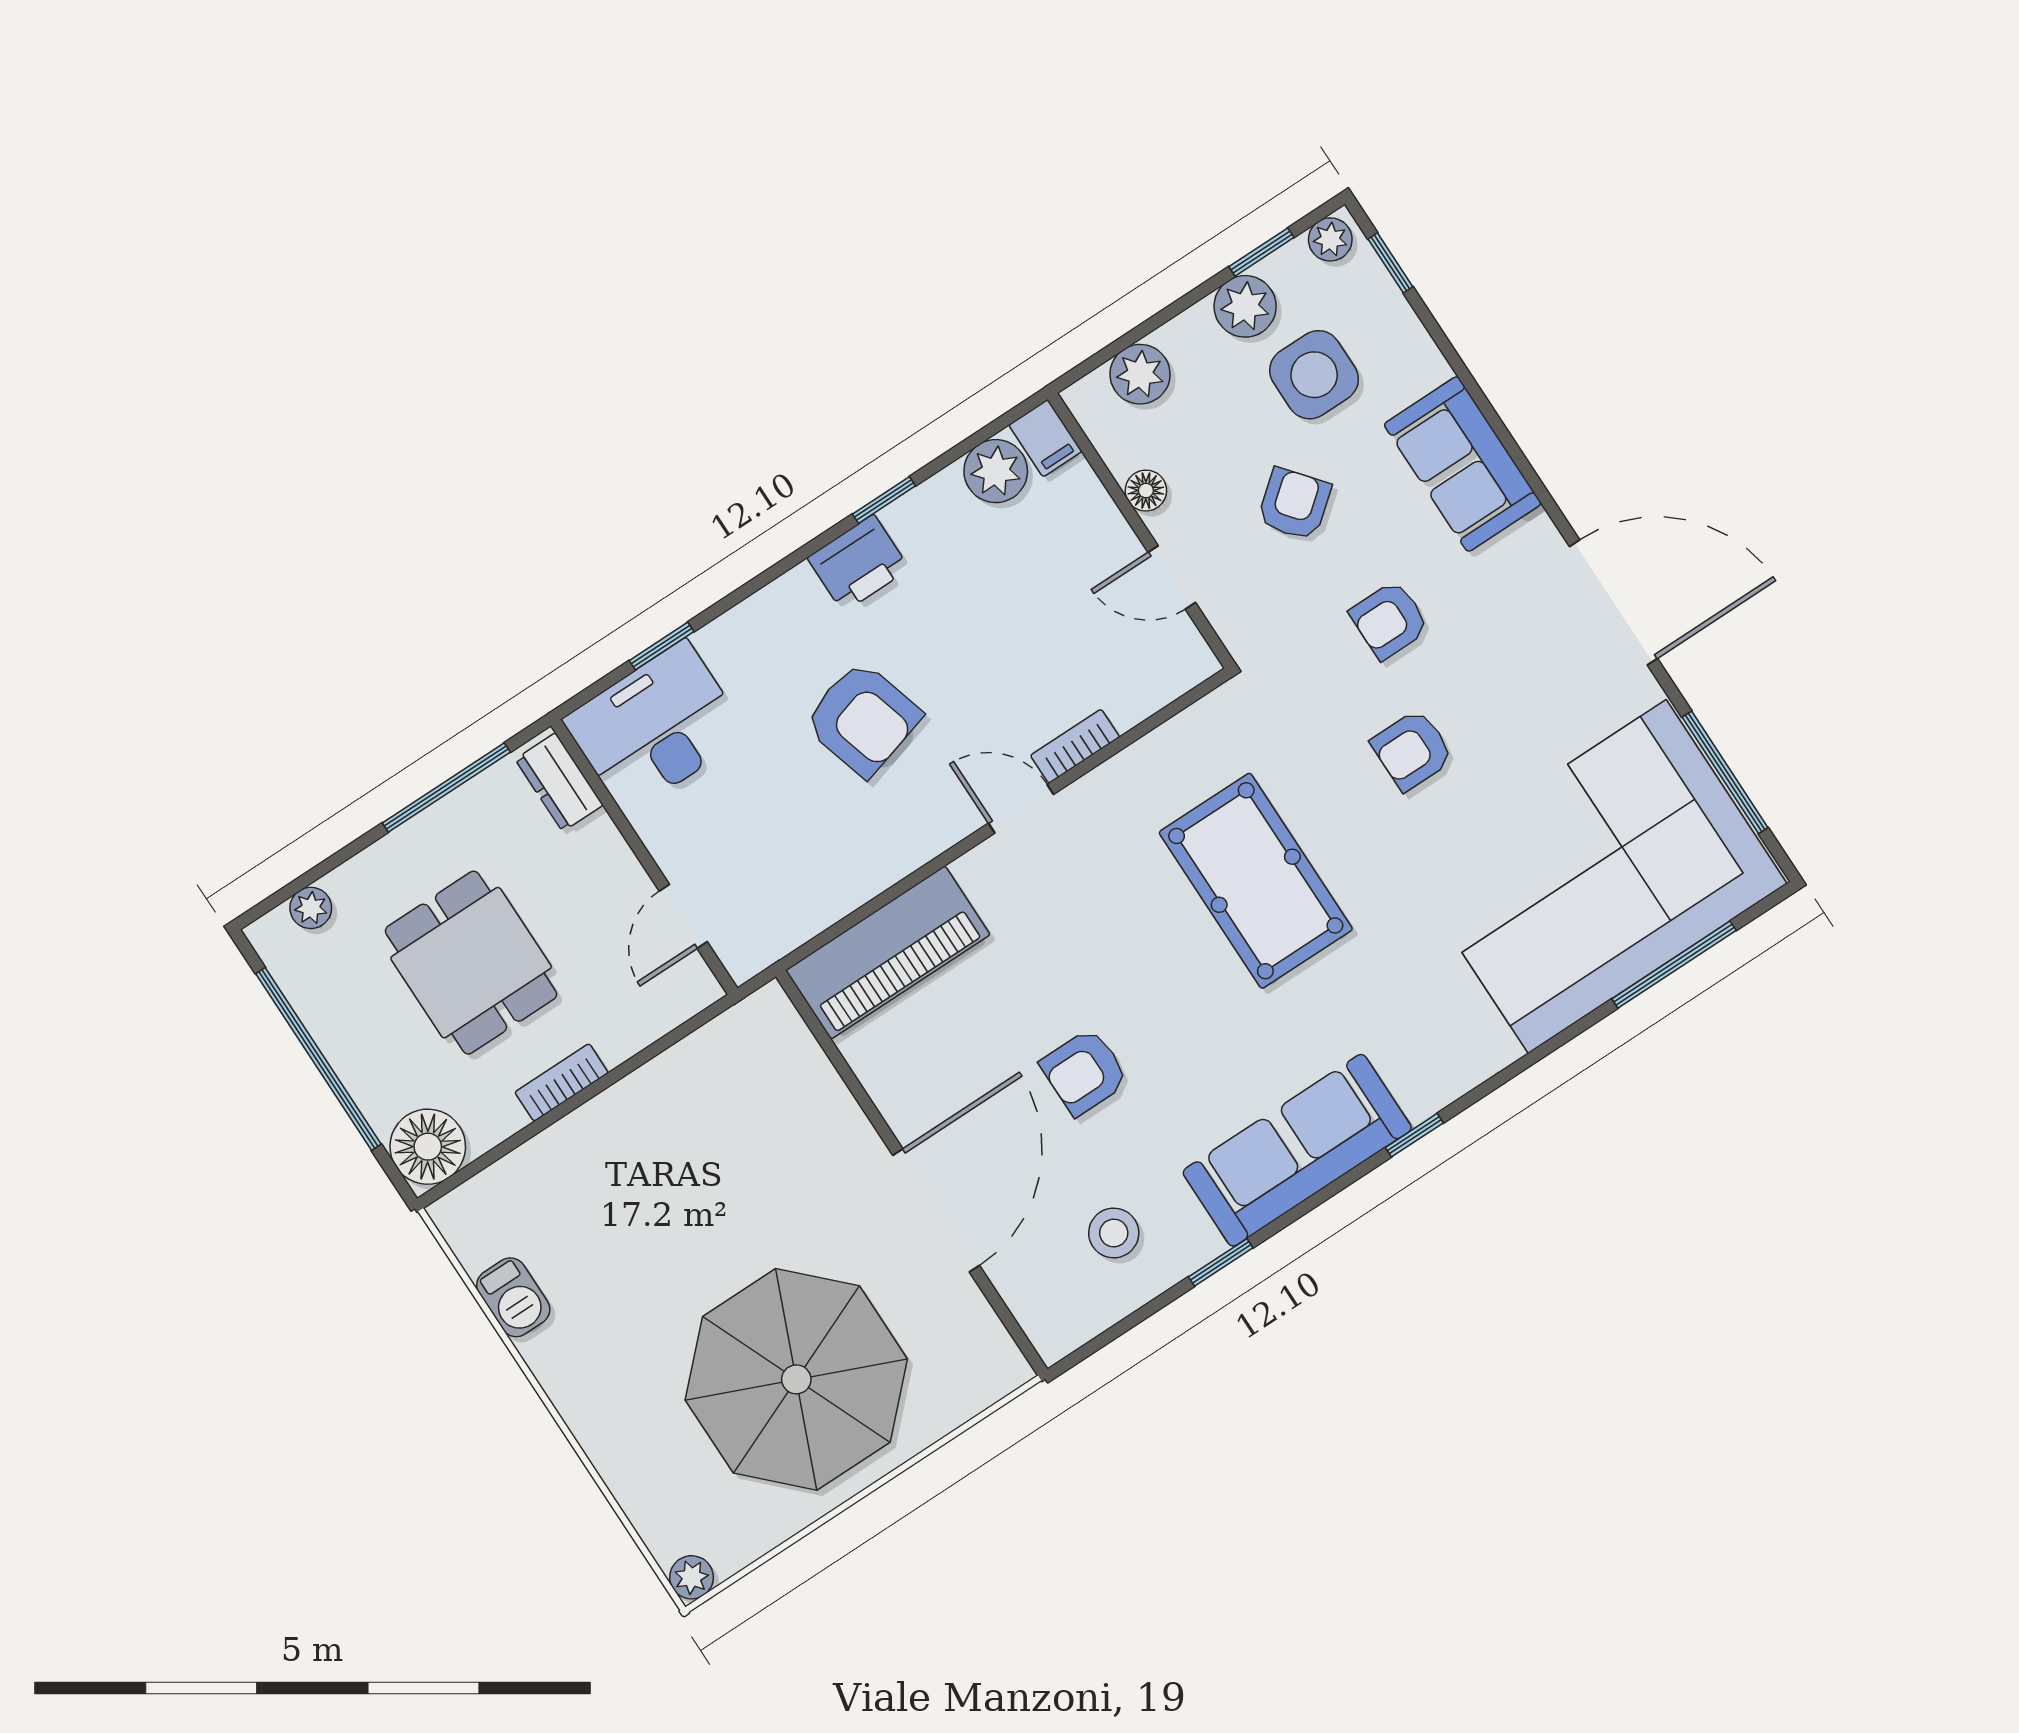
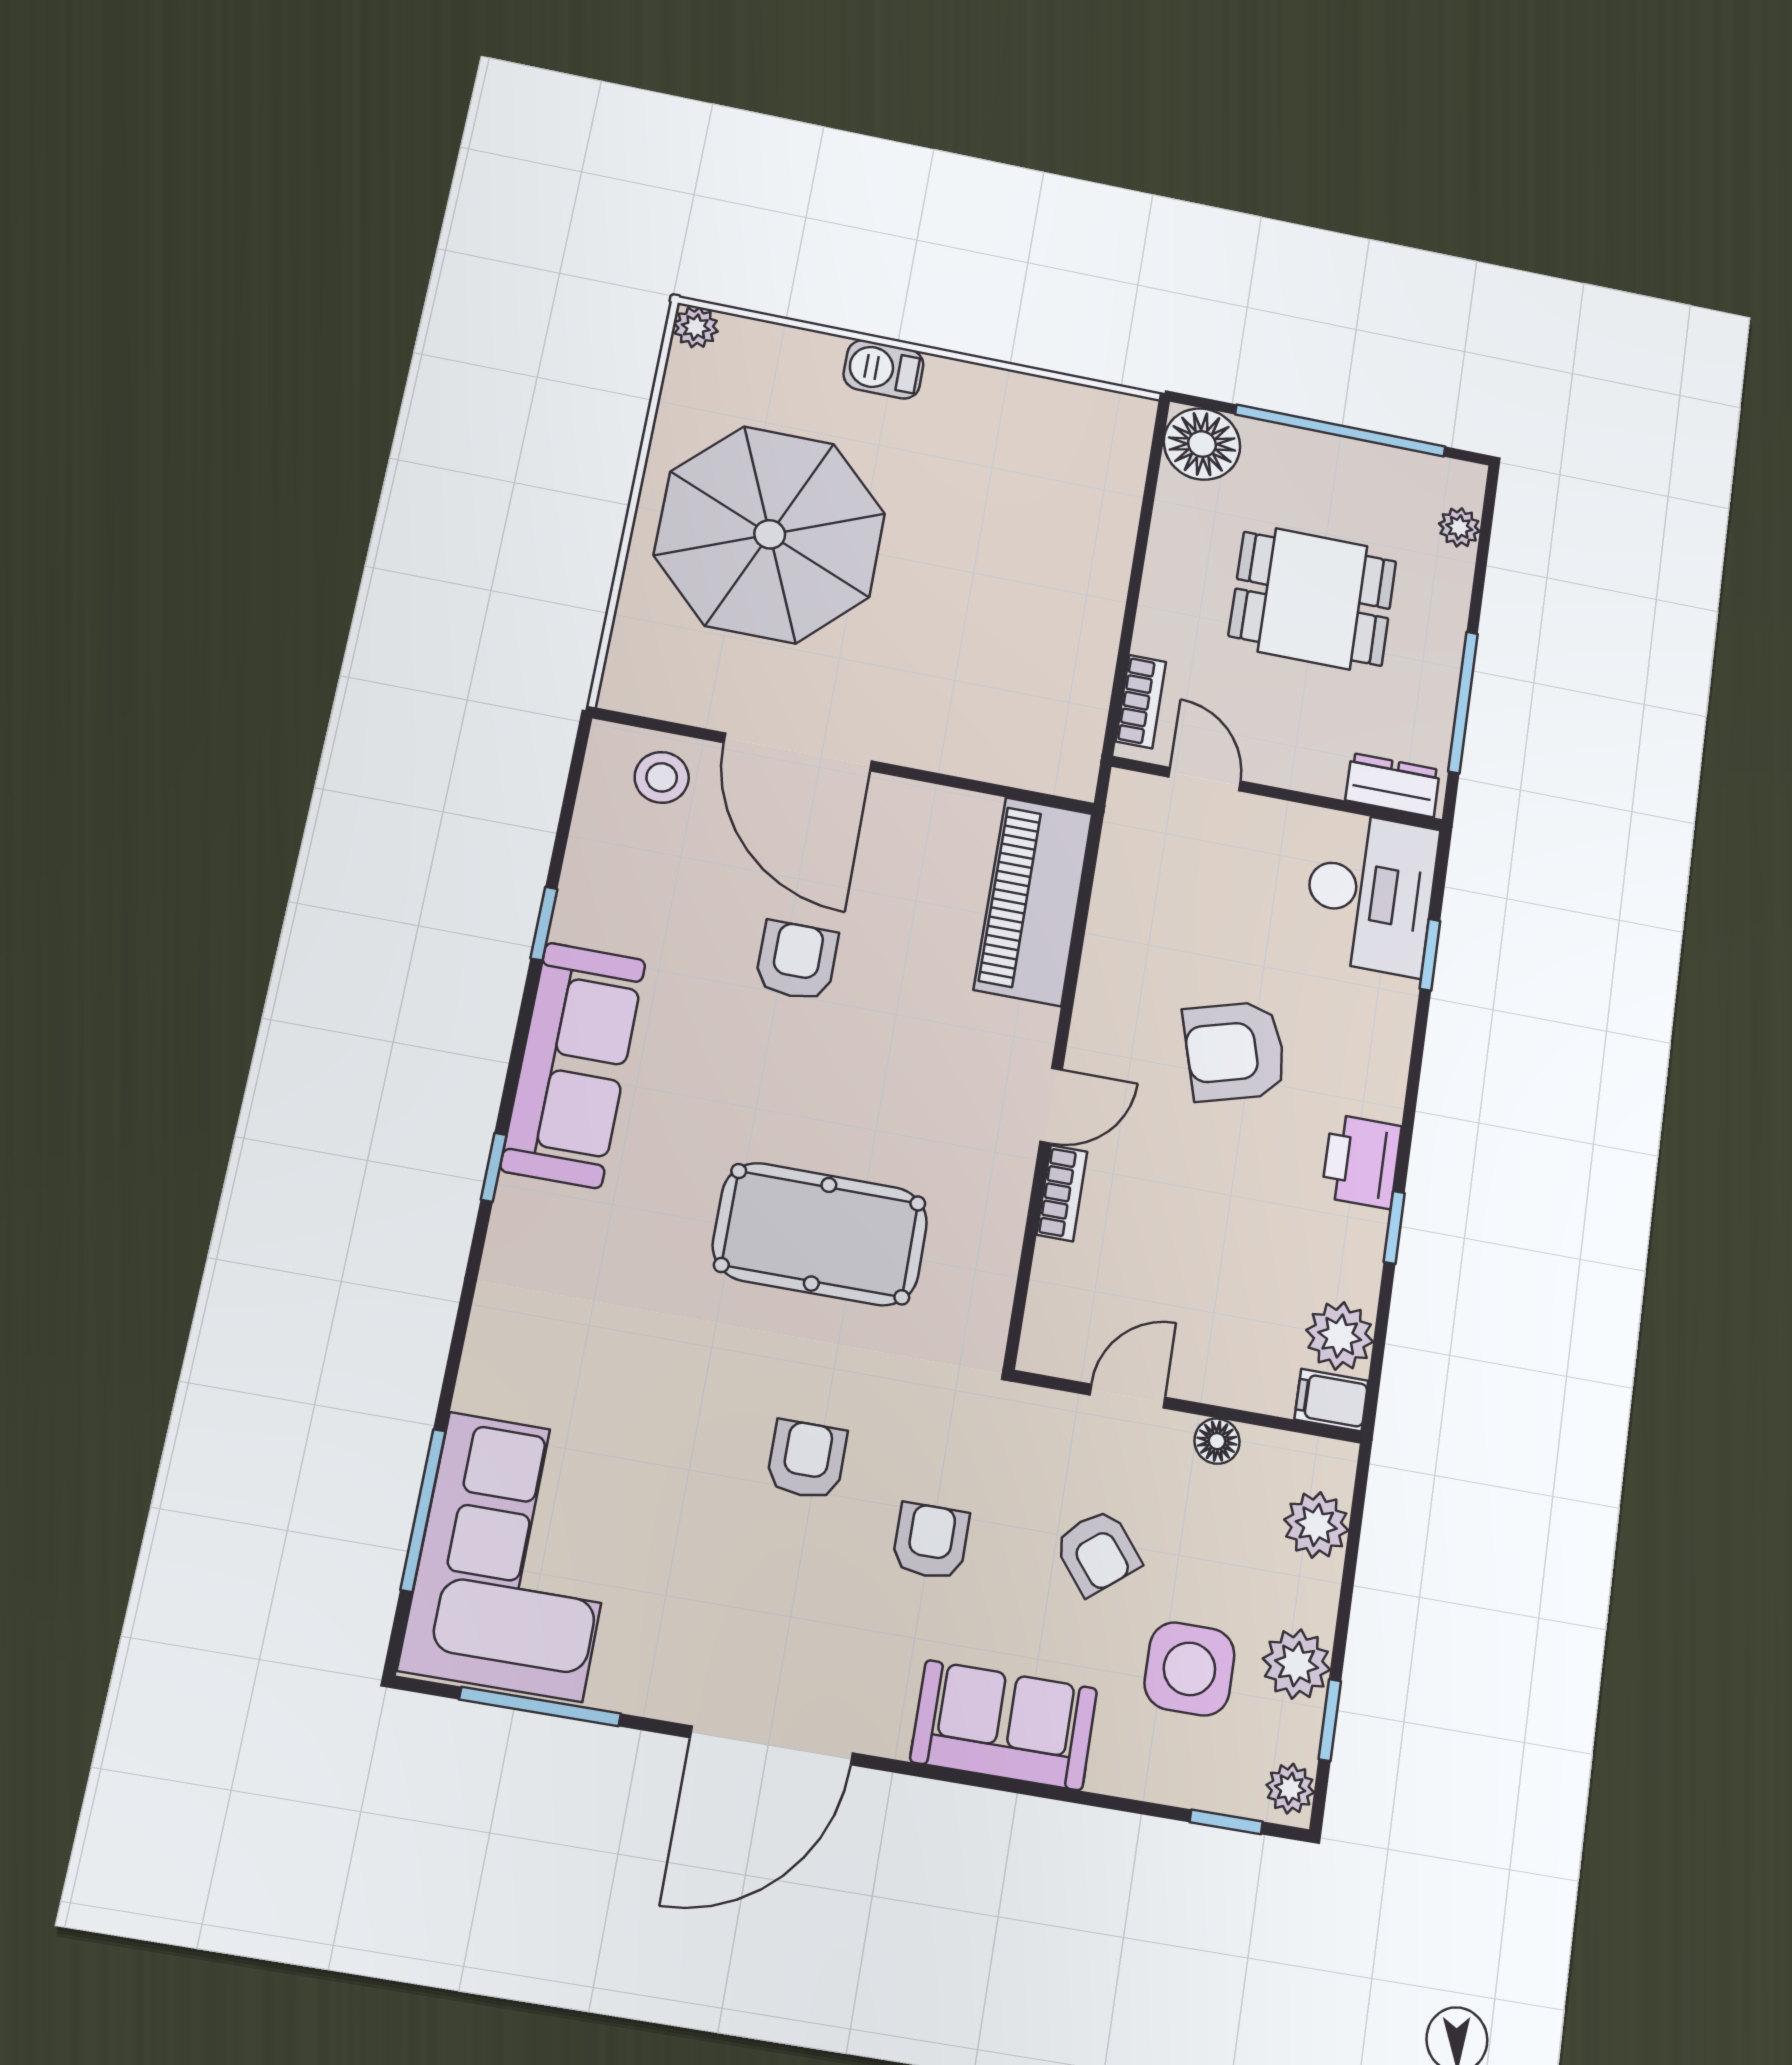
corner sofa: (1597, 877) -> (515, 1556), width x0.73, depth x0.74
bookcase: (562, 1082) -> (1141, 702), moved
stool: (1114, 1233) -> (662, 777), moved
barbecue: (513, 1297) -> (883, 369), moved

